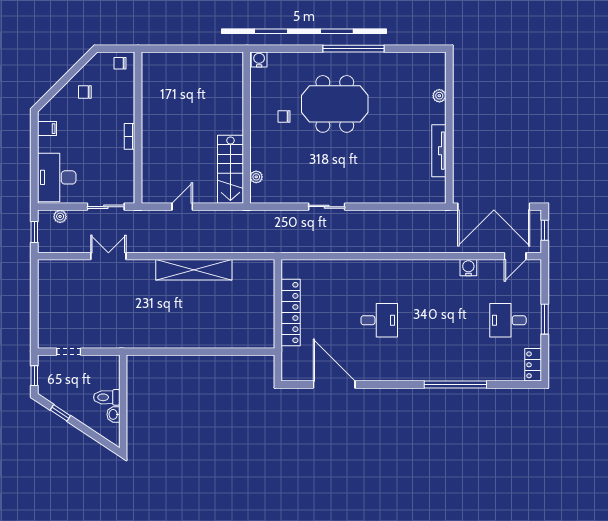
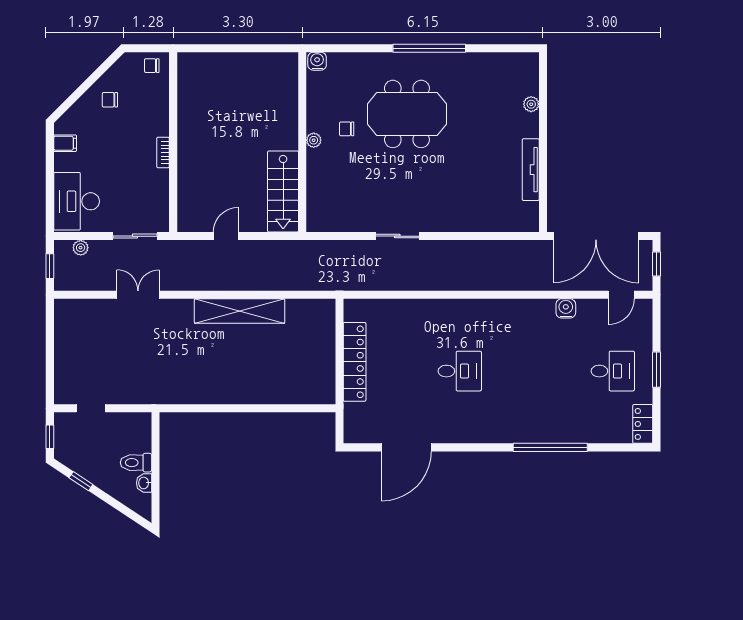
plant: (256, 177) -> (314, 140), moved
desk: (508, 320) -> (613, 371), turned 180
door: (334, 385) -> (406, 447), swing flipped

